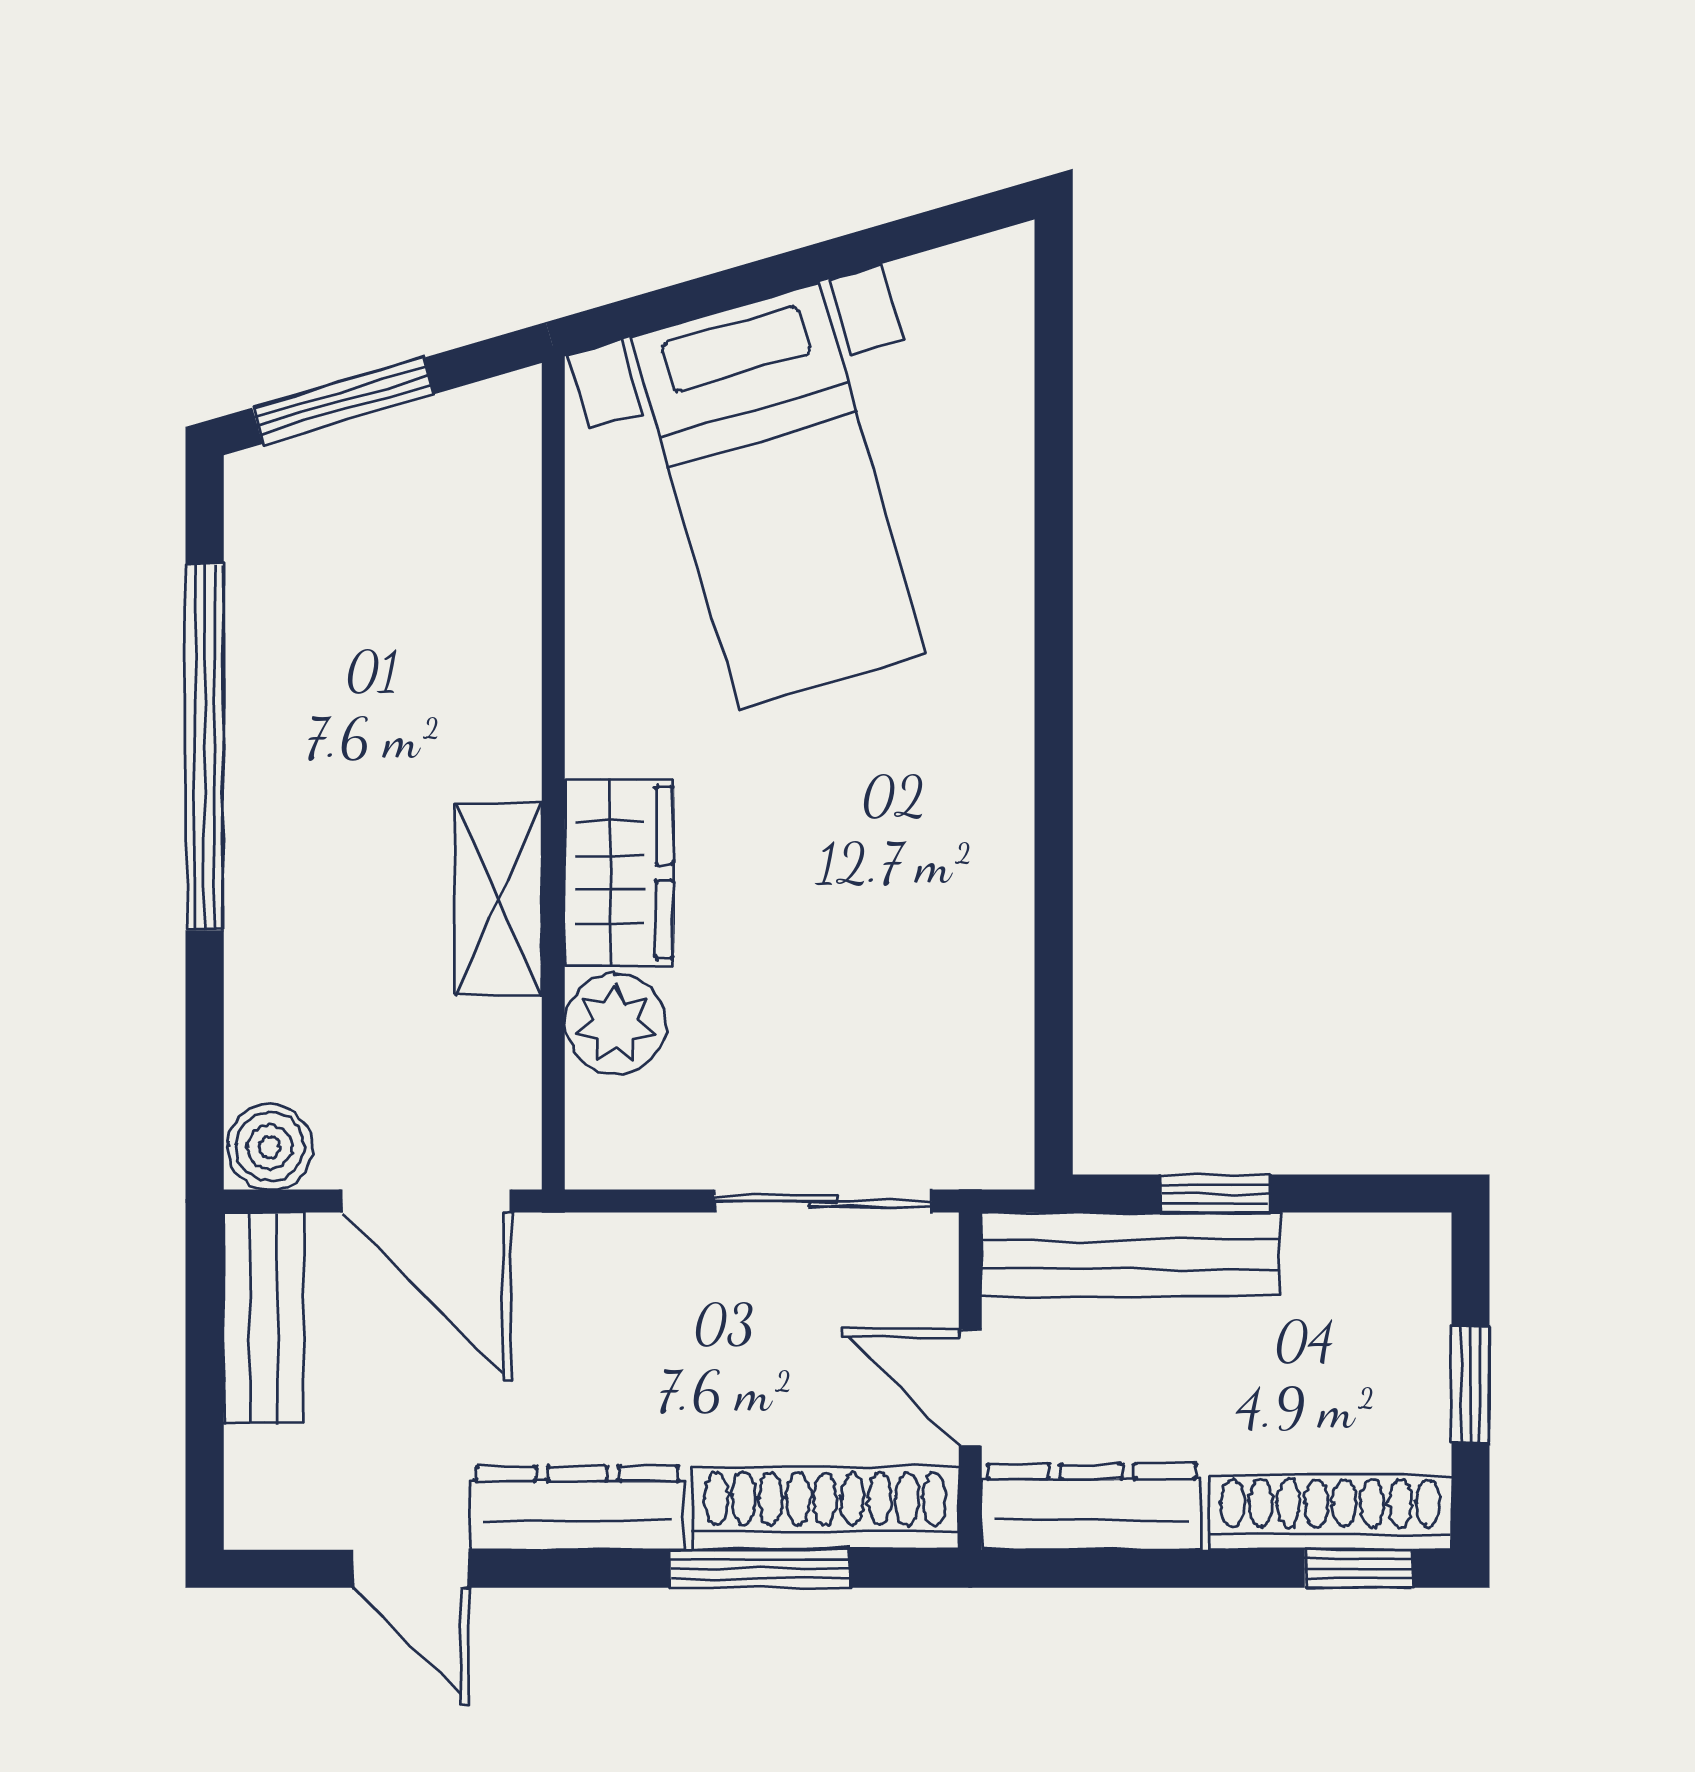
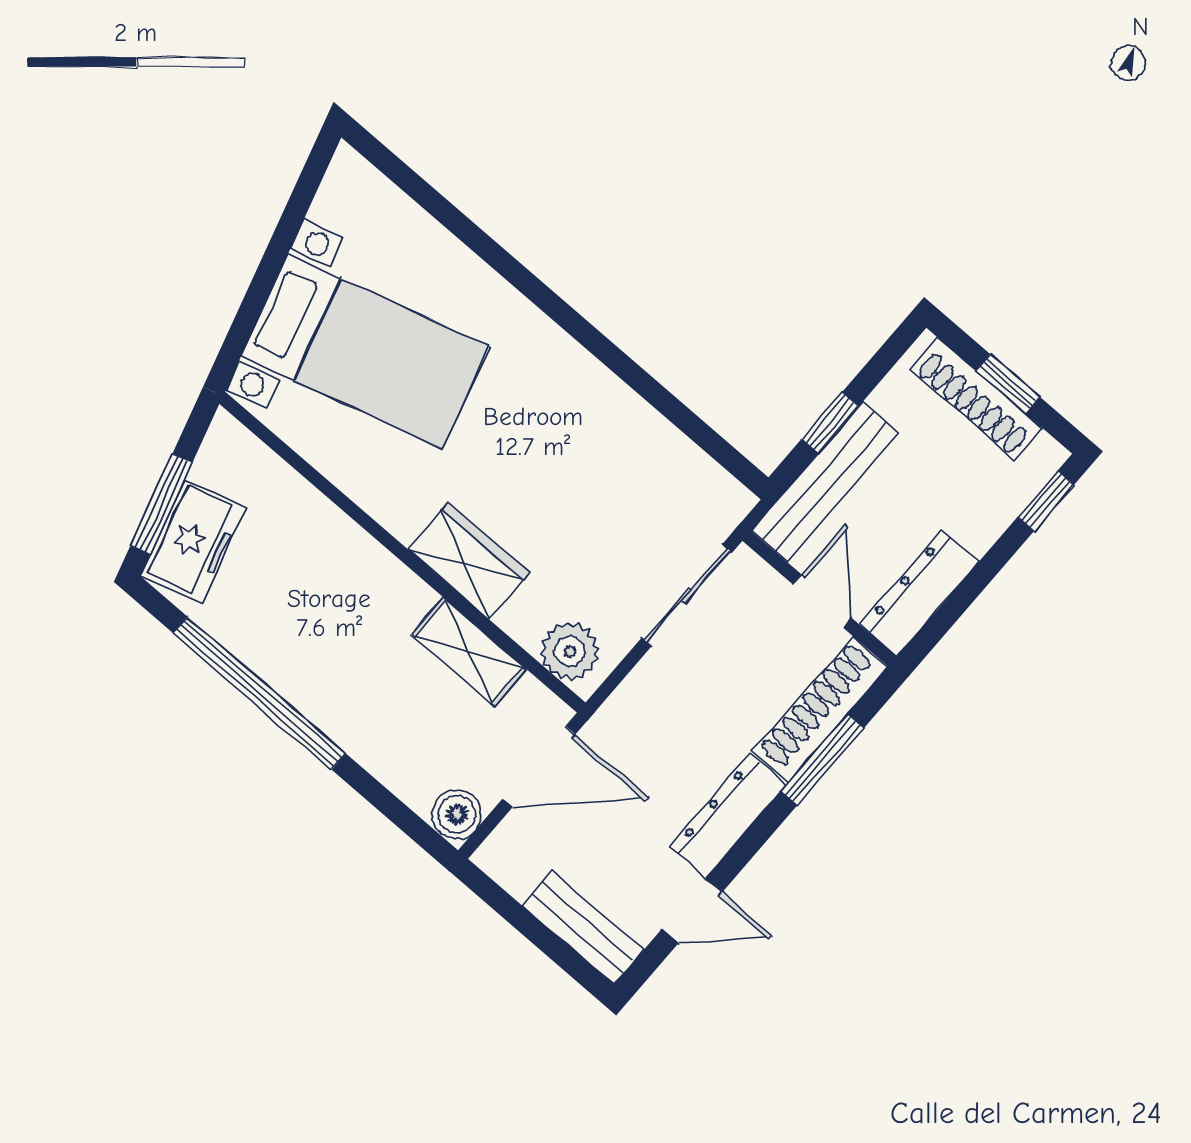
freezer: (331, 486) -> (194, 541), added
shelving: (499, 899) -> (469, 652), moved
plant: (615, 1024) -> (570, 651), moved
bench: (264, 1318) -> (583, 928), moved
door: (970, 1387) -> (822, 601), swing flipped
shoe rack: (1330, 1512) -> (976, 399), moved, turned -90

